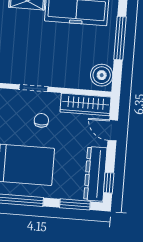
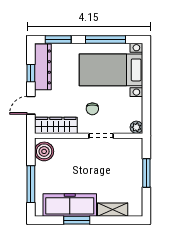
door: (113, 130) -> (31, 105), swing flipped
window: (109, 183) -> (31, 73), moved

